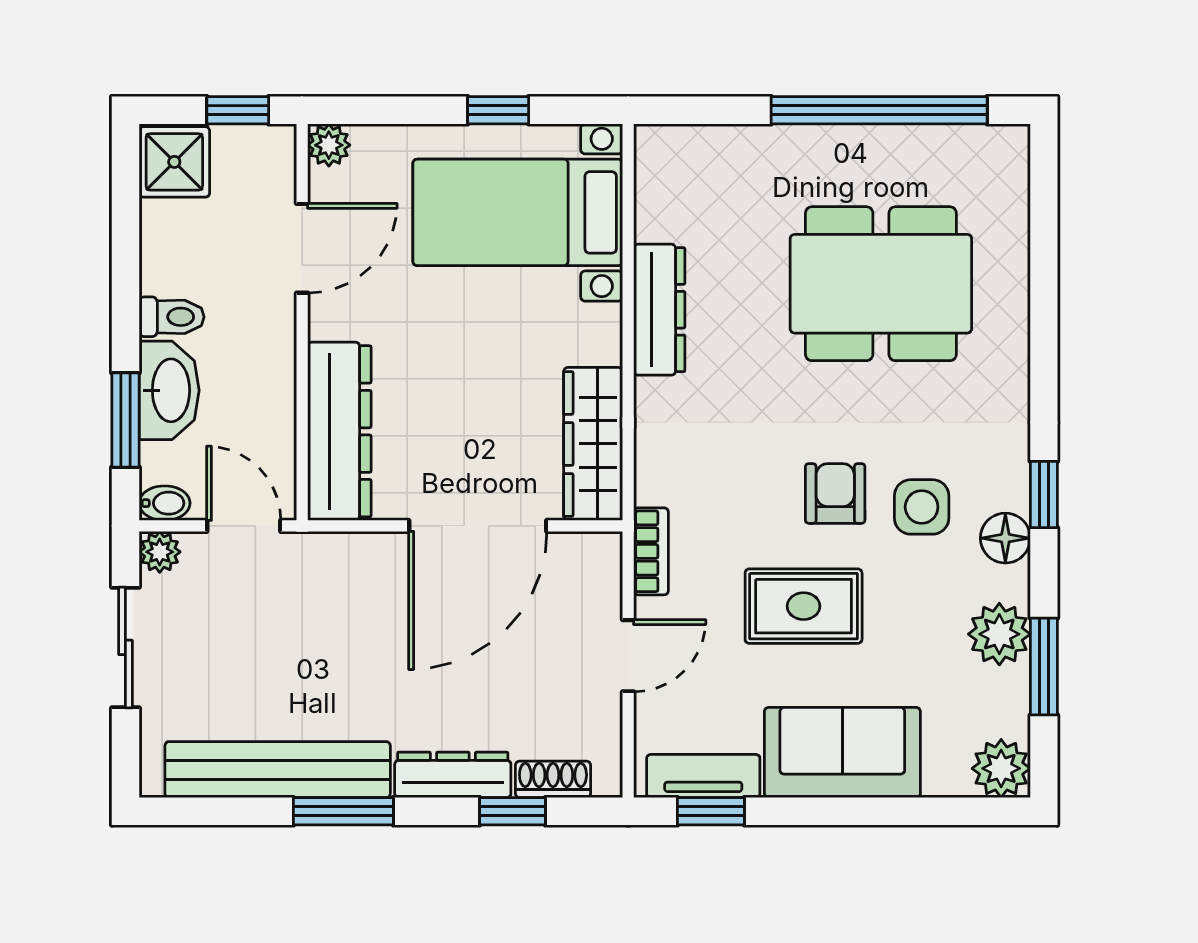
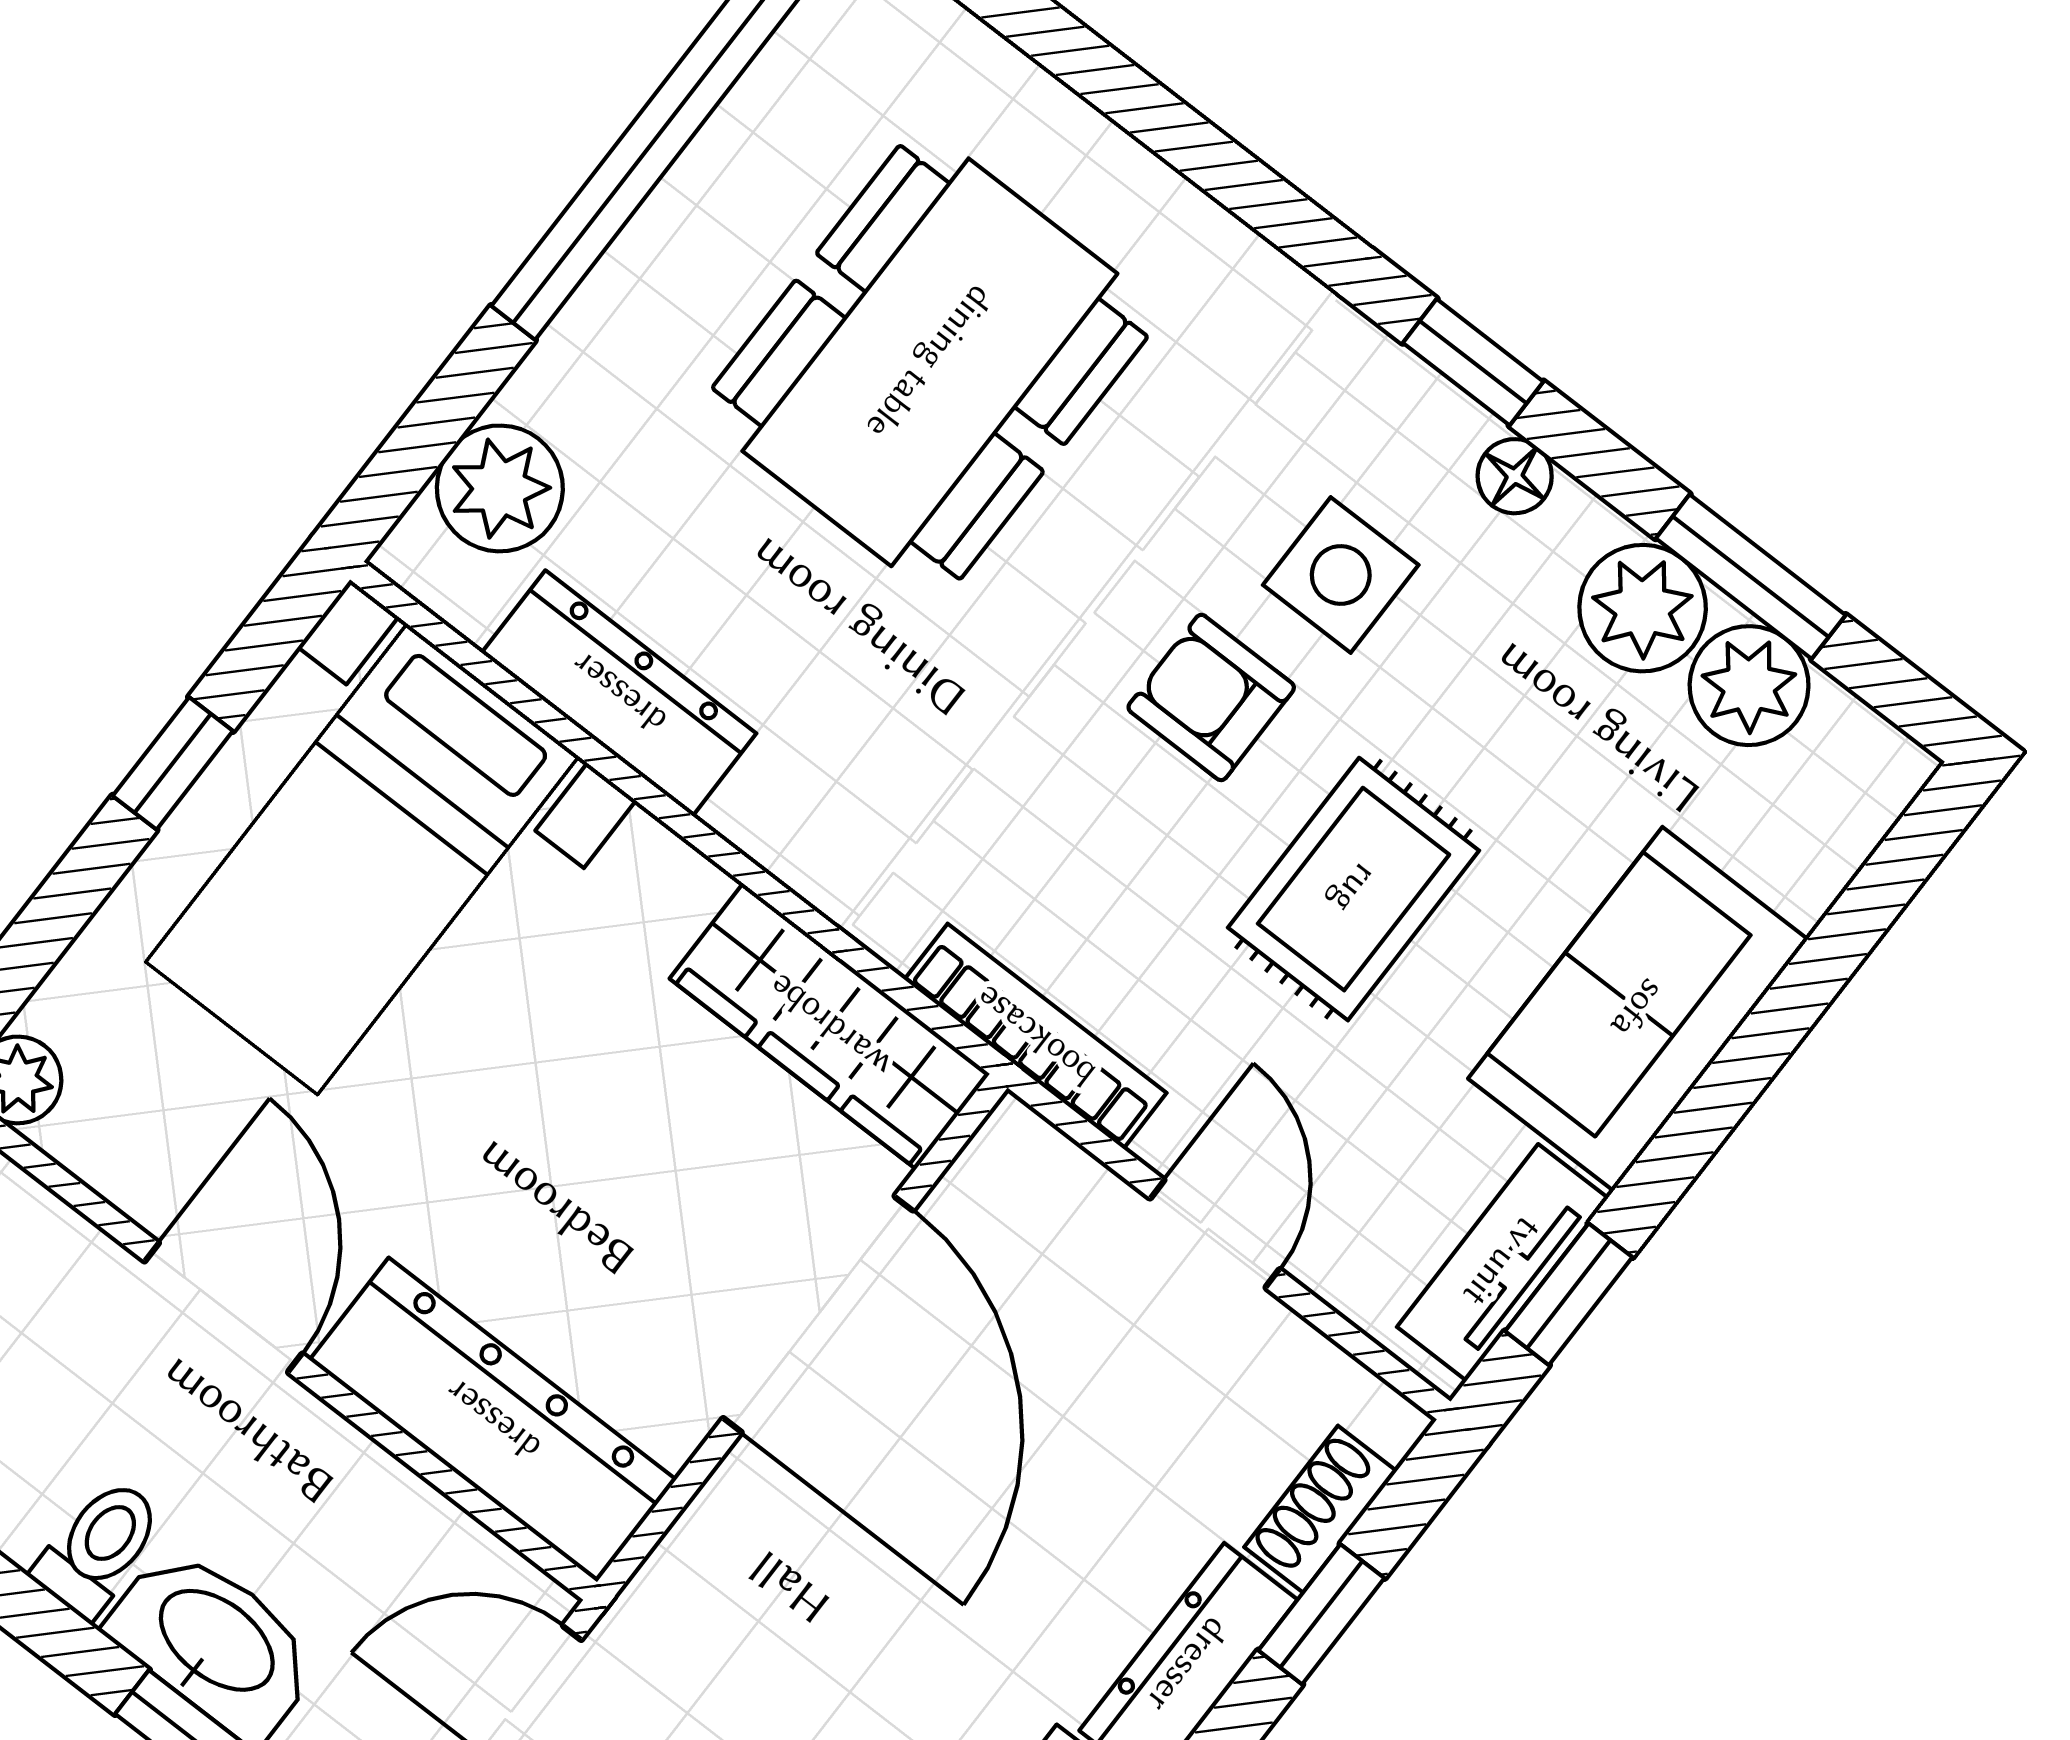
plant: (703, 155) -> (500, 488), added
door: (302, 248) -> (223, 1308), moved
dresser: (659, 310) -> (619, 693), moved
floor lamp: (1005, 538) -> (1515, 476), width x0.73, depth x0.73
bookcase: (651, 551) -> (1035, 1036), width x1.56
plant: (1001, 768) -> (1749, 686), moved

